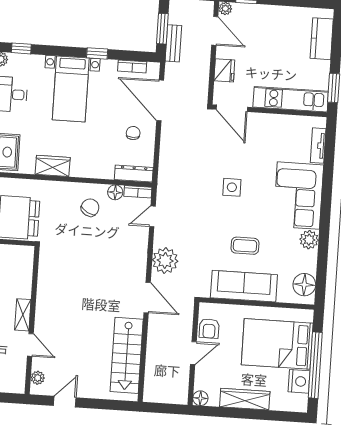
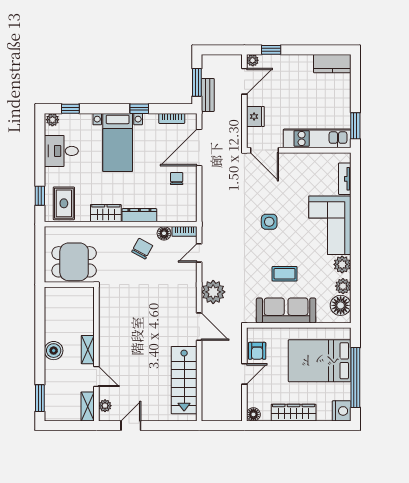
door: (215, 31) -> (244, 81), hinge flipped
kitchen counter: (322, 39) -> (332, 64), moved, turned -90
door: (160, 100) -> (199, 147), hinge flipped
dresser: (134, 174) -> (139, 215), moved
plant: (308, 264) -> (343, 286), added
shelving: (18, 377) -> (88, 407), added
nightstand: (299, 381) -> (342, 411), moved

